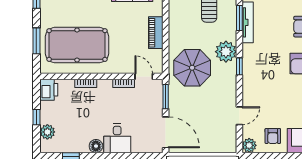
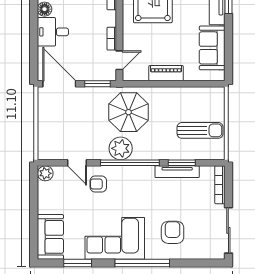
plant: (226, 52) -> (121, 148), moved
window: (239, 66) -> (130, 163), width x3.17
door: (166, 132) -> (59, 84), swing flipped
armchair: (273, 136) -> (98, 184), moved

